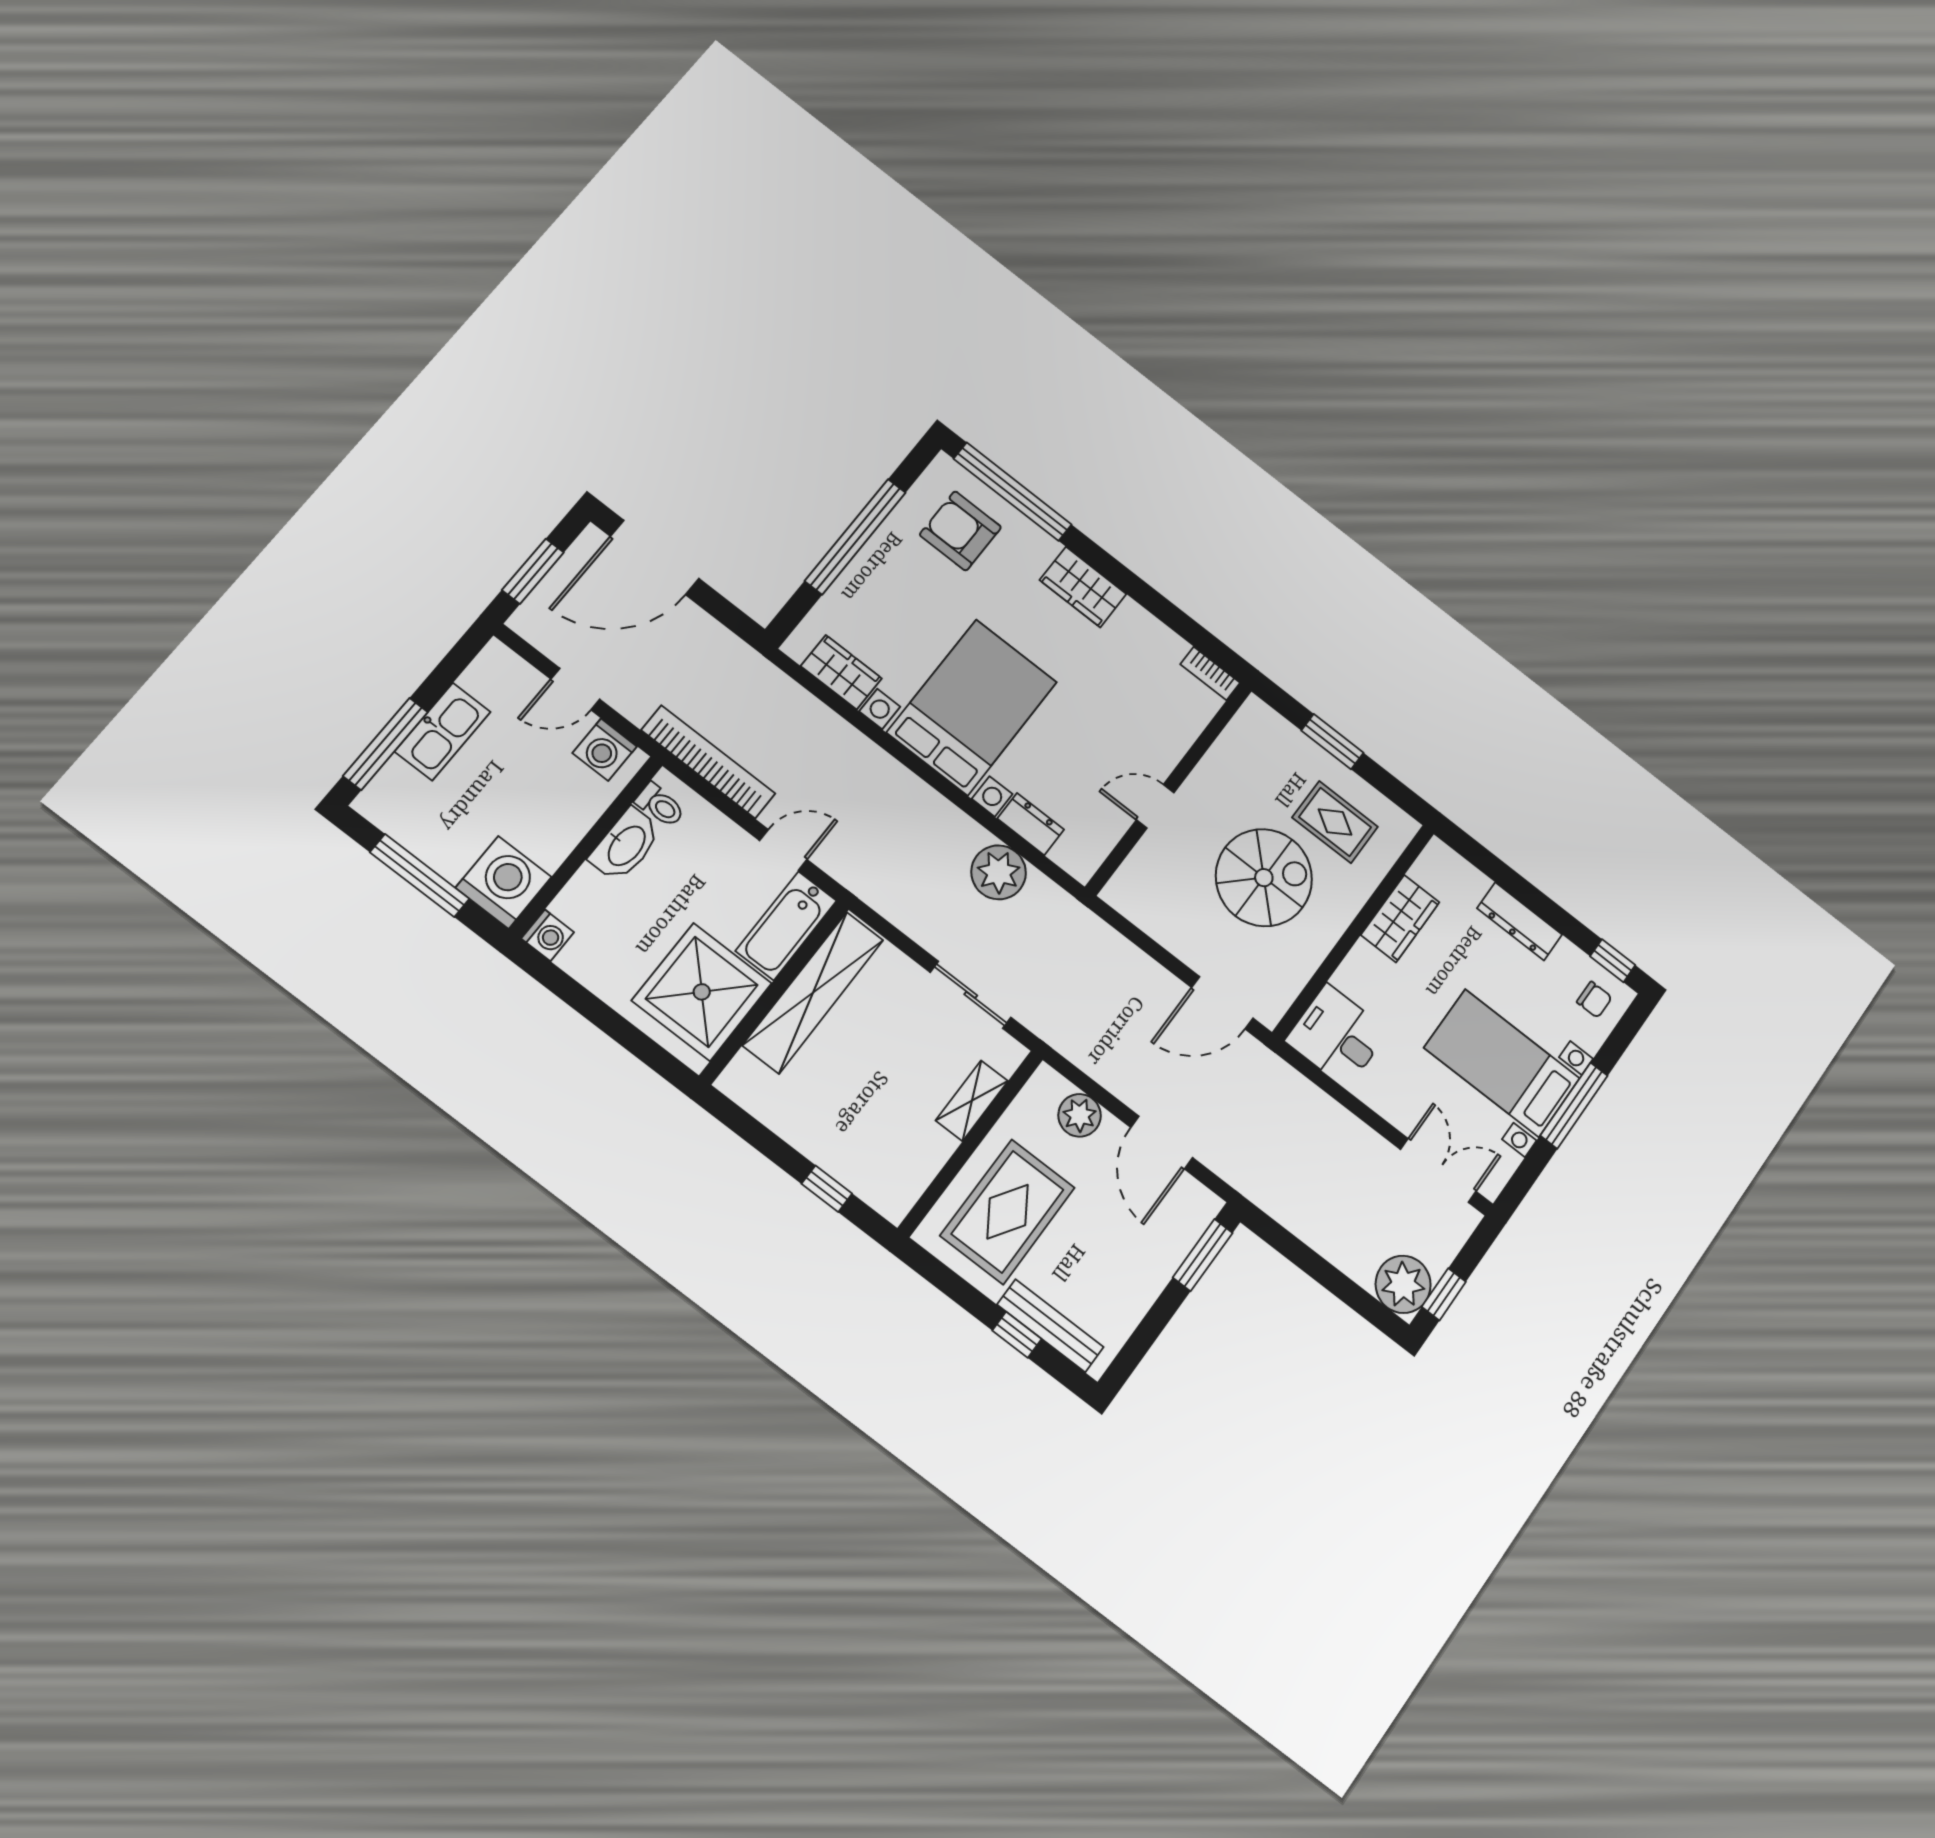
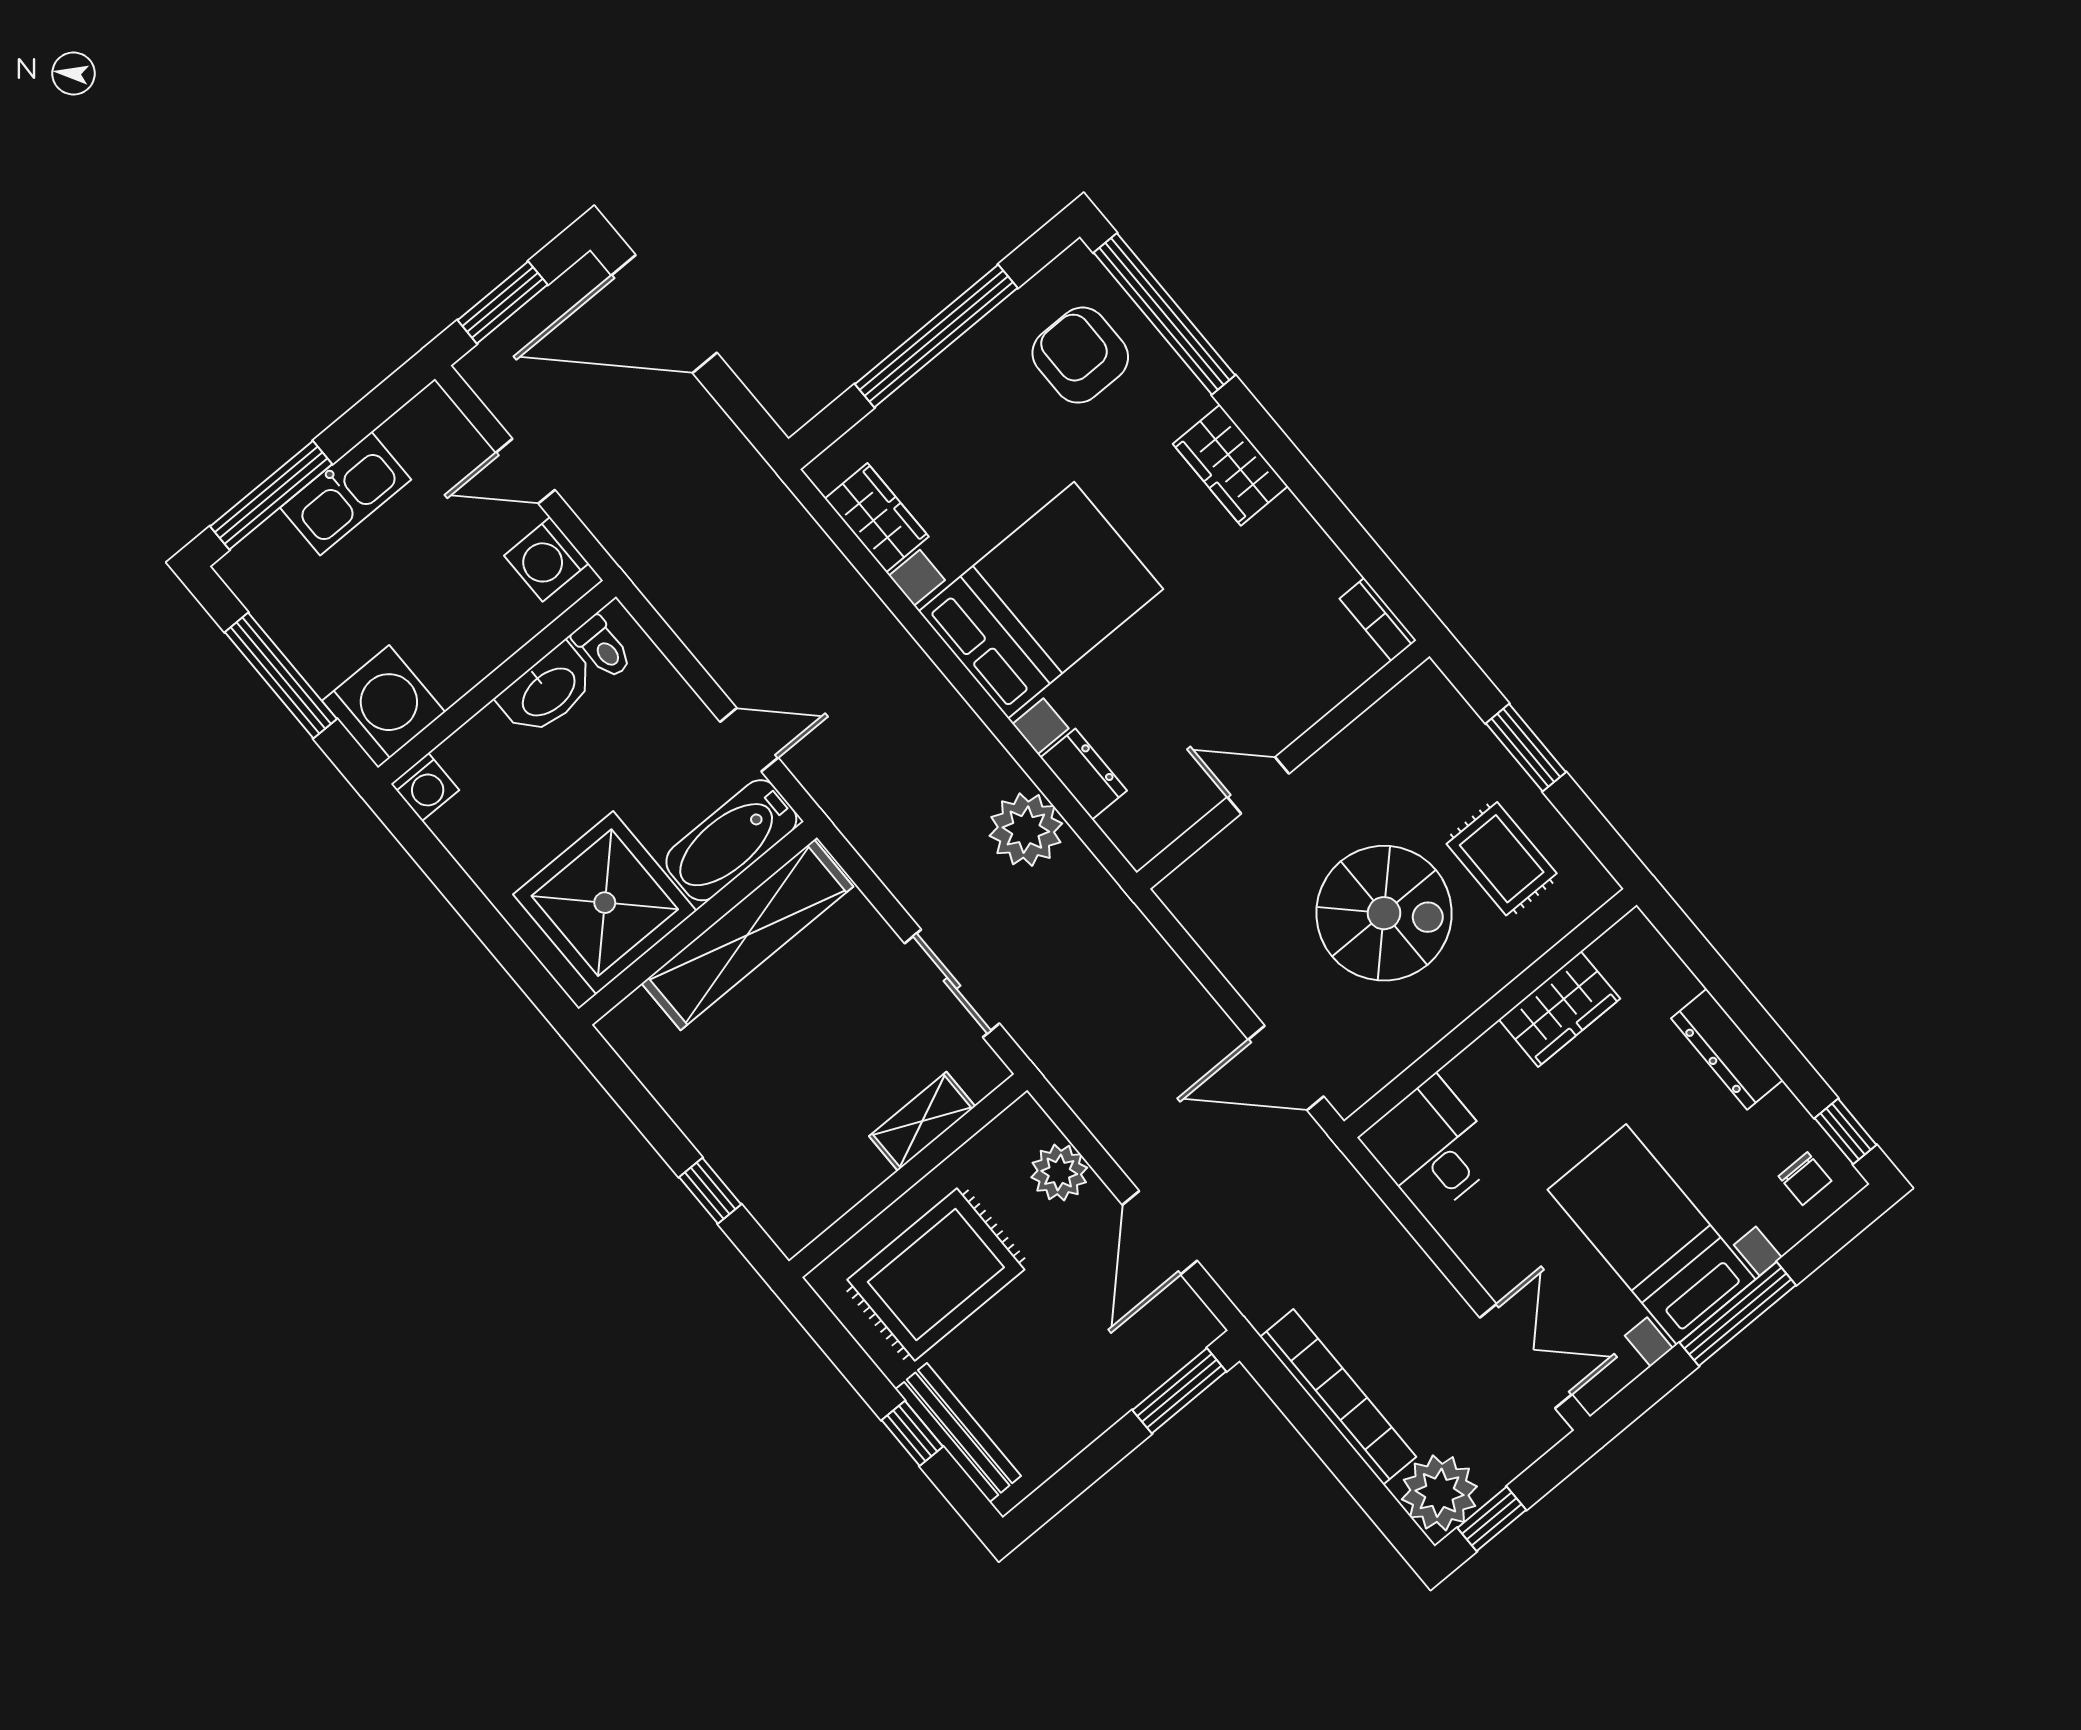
bookcase: (708, 762) -> (1338, 1397), moved

